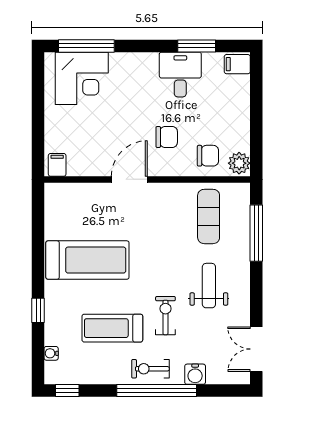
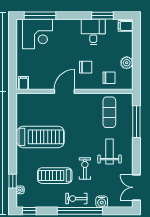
plant: (239, 163) -> (127, 63), moved
window: (38, 310) -> (13, 181), moved

